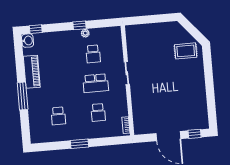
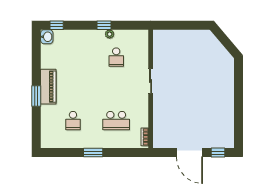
rug: (186, 51) -> (216, 63), removed
piano: (32, 72) -> (48, 87), moved
school desk: (96, 83) -> (116, 89), removed
window: (23, 96) -> (36, 96), width x0.69
school desk: (98, 112) -> (116, 121), width x1.85

